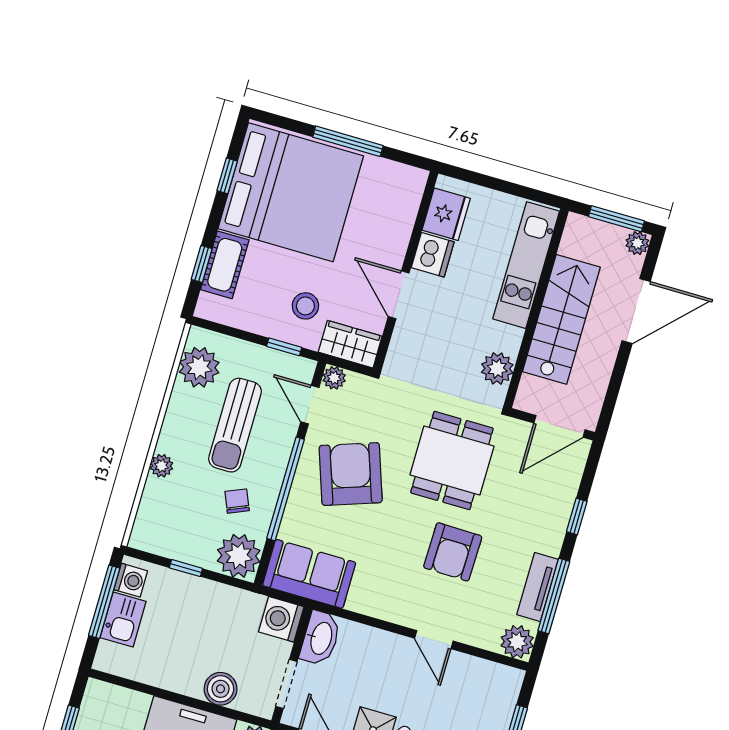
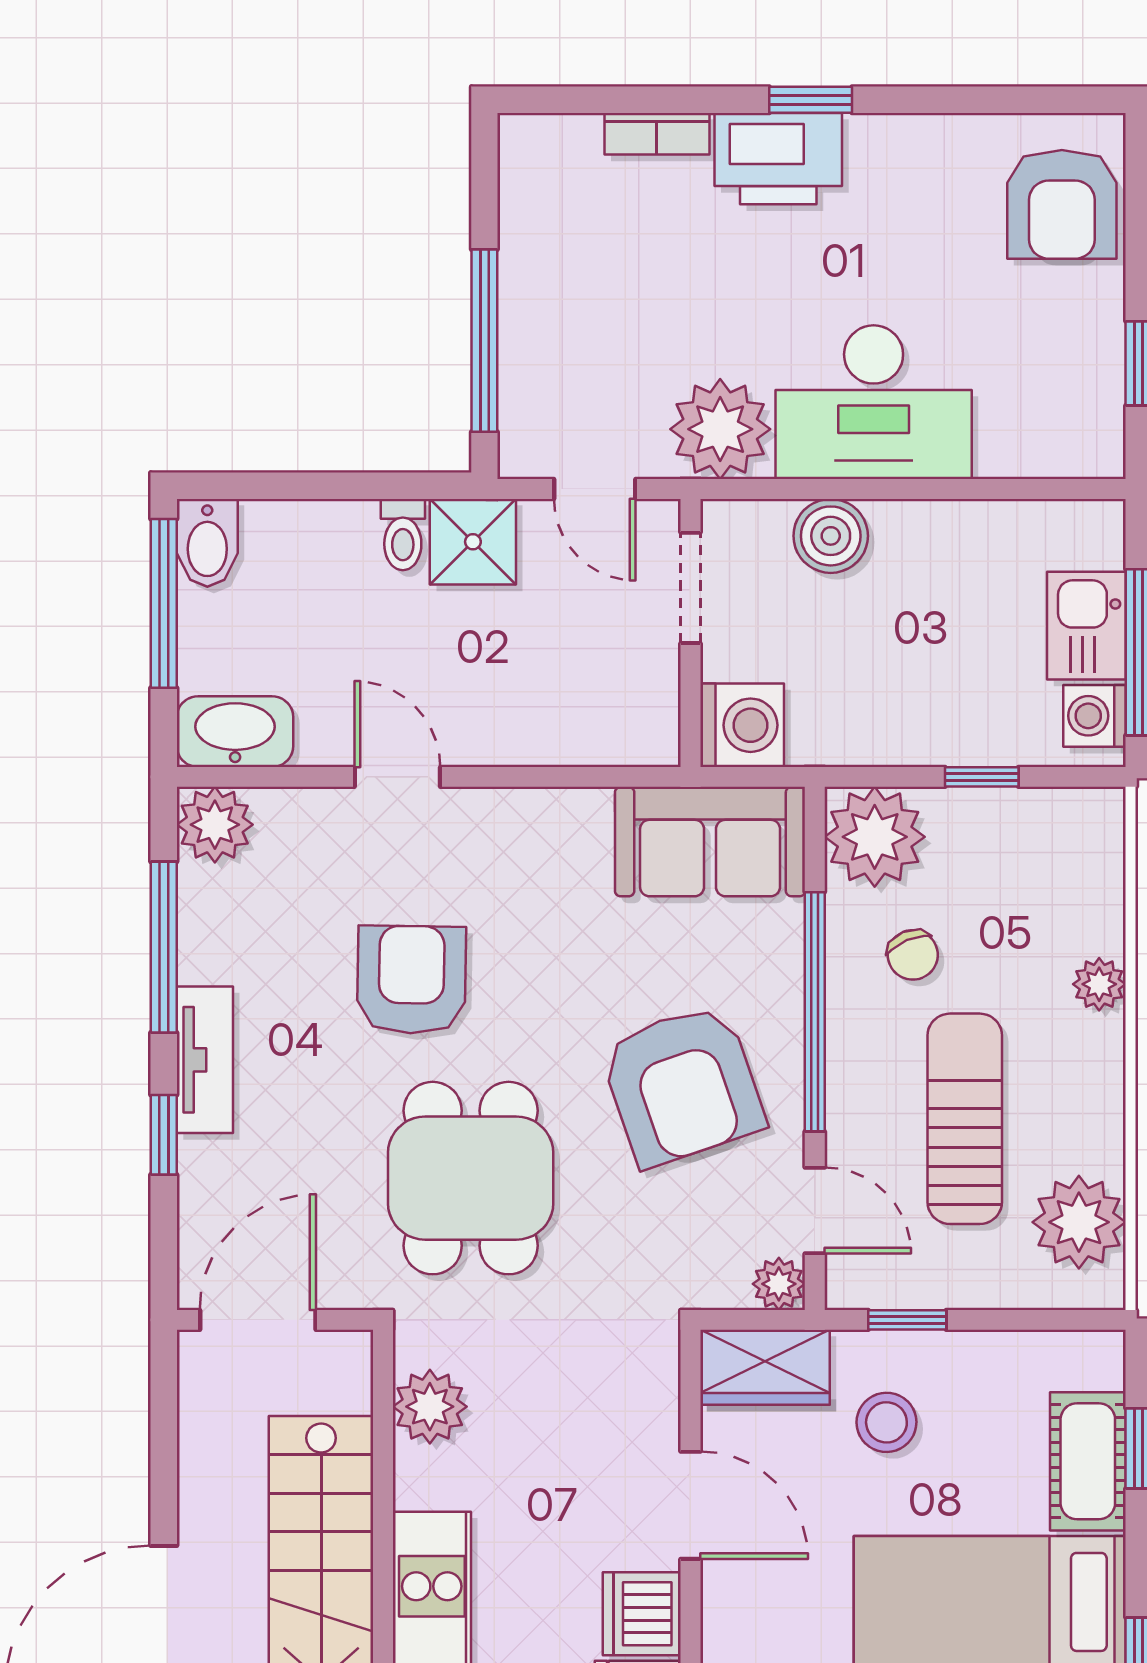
tv unit: (538, 587) -> (205, 1060), moved
washbasin: (320, 638) -> (235, 732), moved, turned 90

